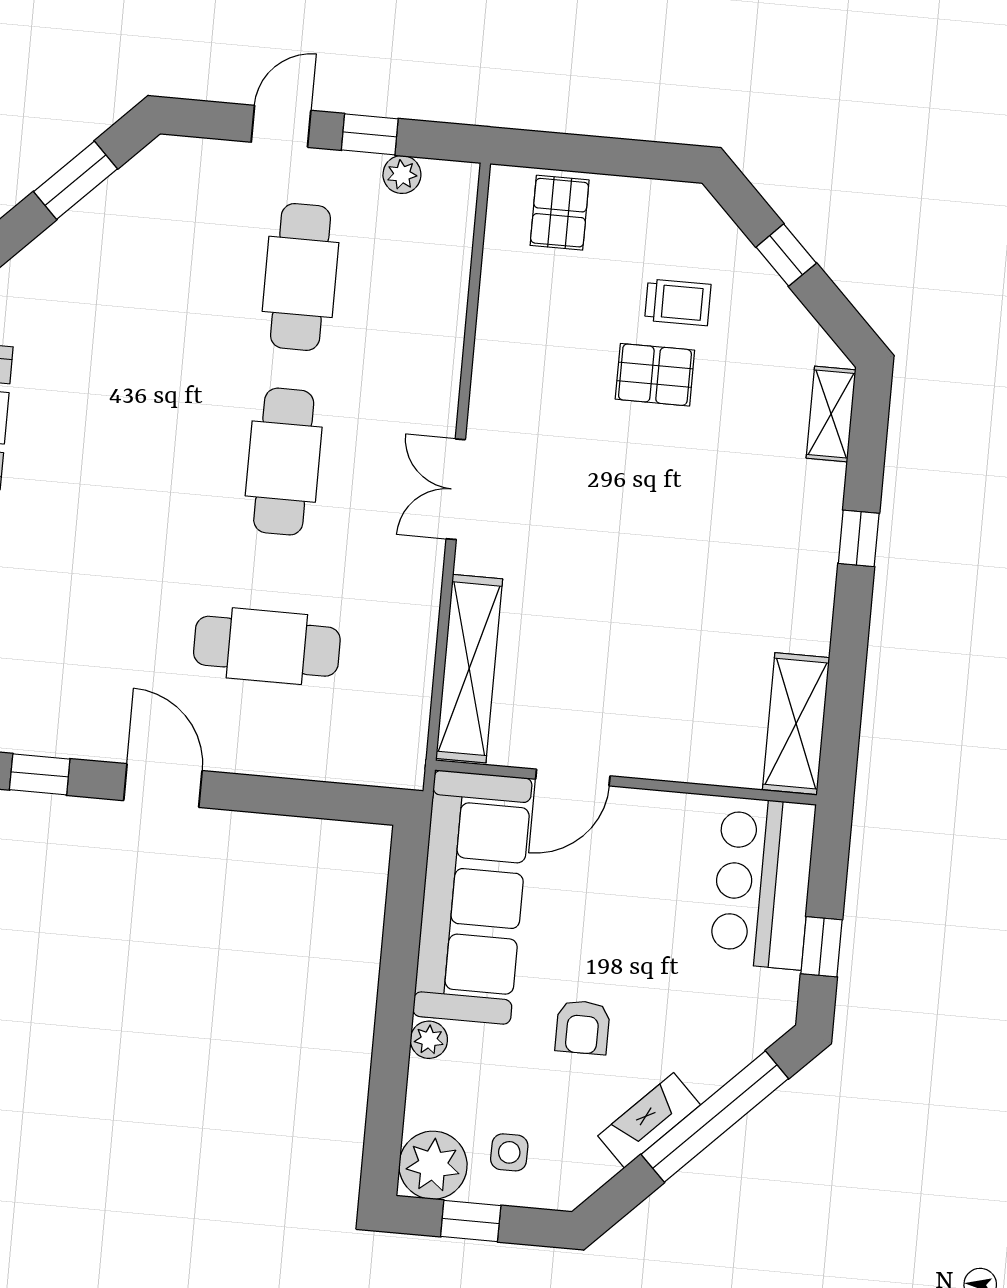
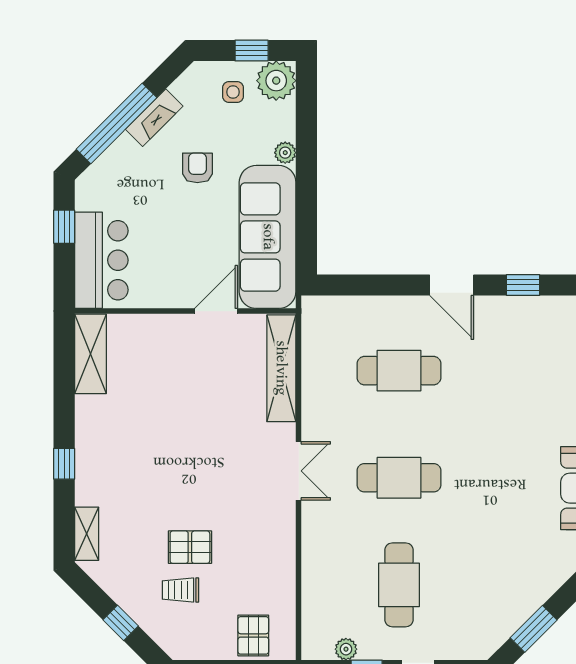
cafe table: (284, 462) -> (399, 478), turned 90

